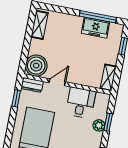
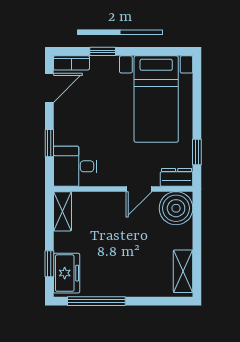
freezer: (95, 28) -> (67, 273), moved, turned 90
desk: (81, 103) -> (75, 166), moved, turned 90
plant: (99, 125) -> (63, 135), removed

